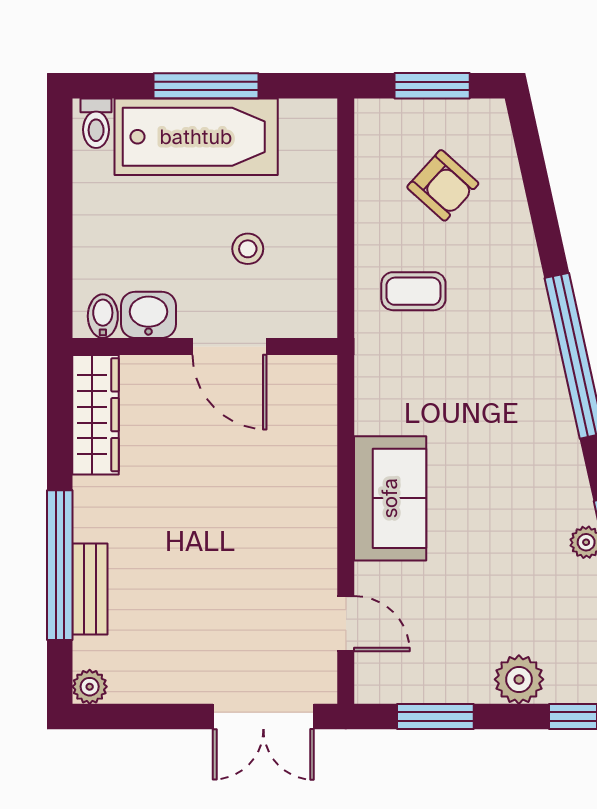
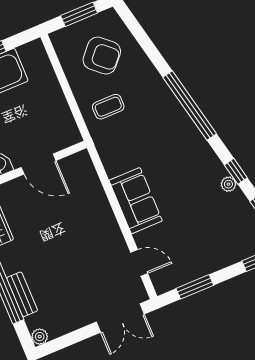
armchair: (443, 185) -> (102, 56), width x1.38, depth x1.38
stool: (248, 249) -> (29, 118), removed
plant: (519, 679) -> (224, 256), removed

